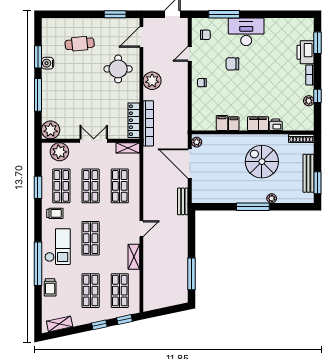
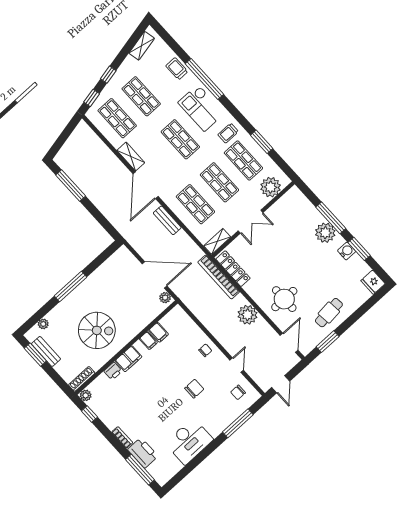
fridge: (49, 26) -> (373, 282), added
desk: (246, 32) -> (189, 441), moved
window: (317, 43) -> (140, 470), width x1.44
cafe table: (80, 44) -> (329, 313), moved
window: (317, 96) -> (89, 414), moved
plant: (309, 101) -> (86, 395), moved
plant: (51, 130) -> (325, 233), moved
bench: (308, 173) -> (46, 351), width x0.73
plant: (272, 198) -> (43, 324), moved
bench: (183, 201) -> (167, 220), moved
door: (141, 229) -> (146, 185), width x1.88

